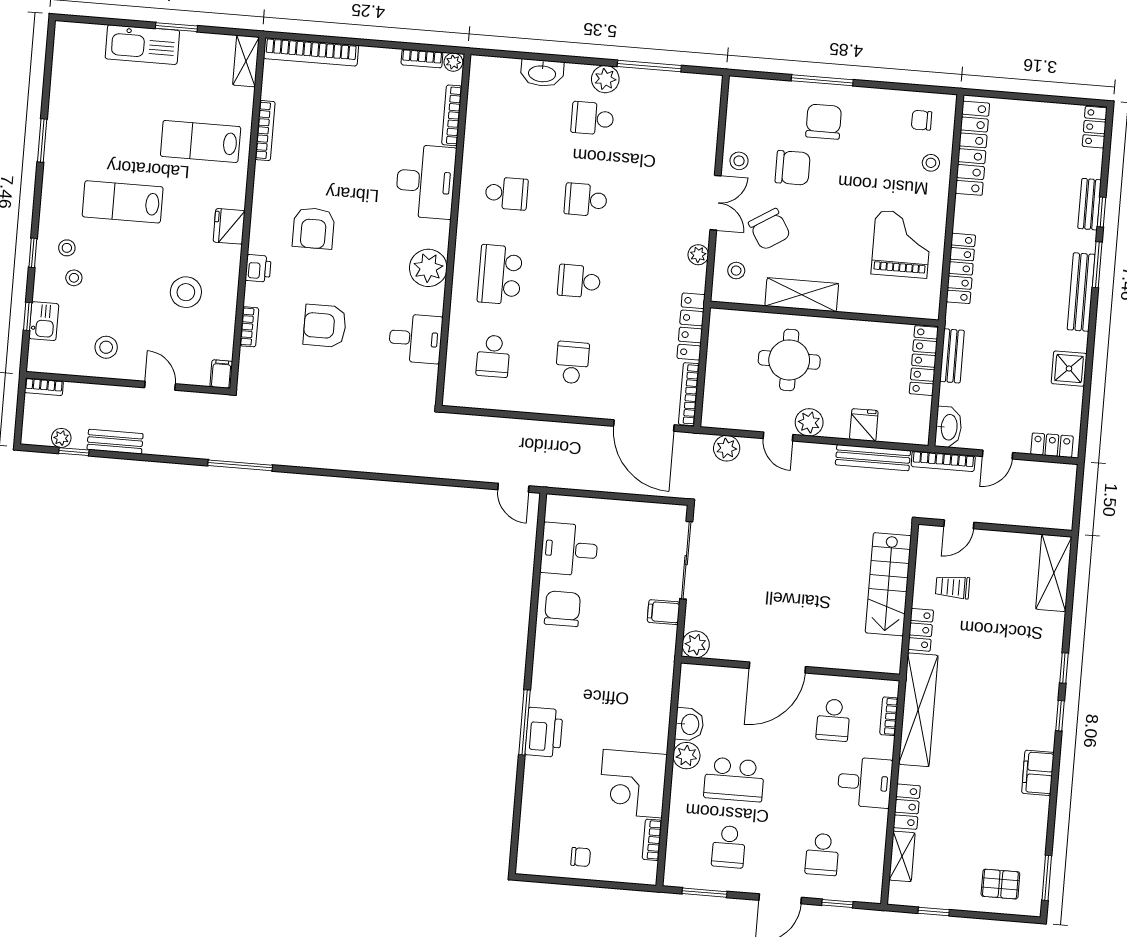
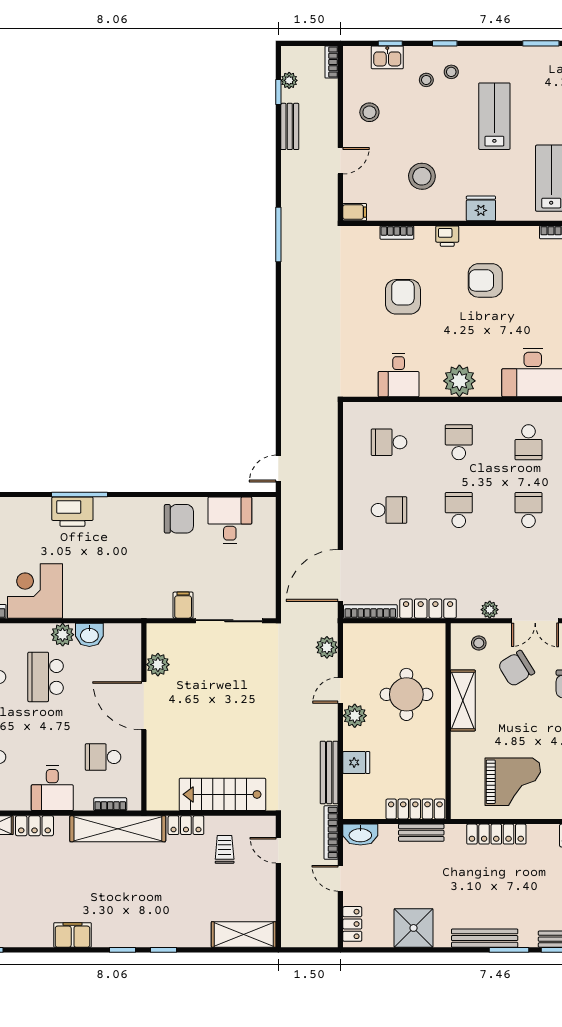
school desk: (500, 275) -> (459, 442), width x0.54
shower: (1069, 369) -> (414, 928), width x1.36, depth x1.36
plant: (696, 644) -> (158, 665), moved

